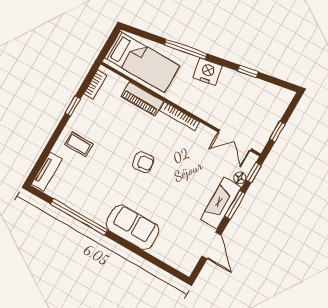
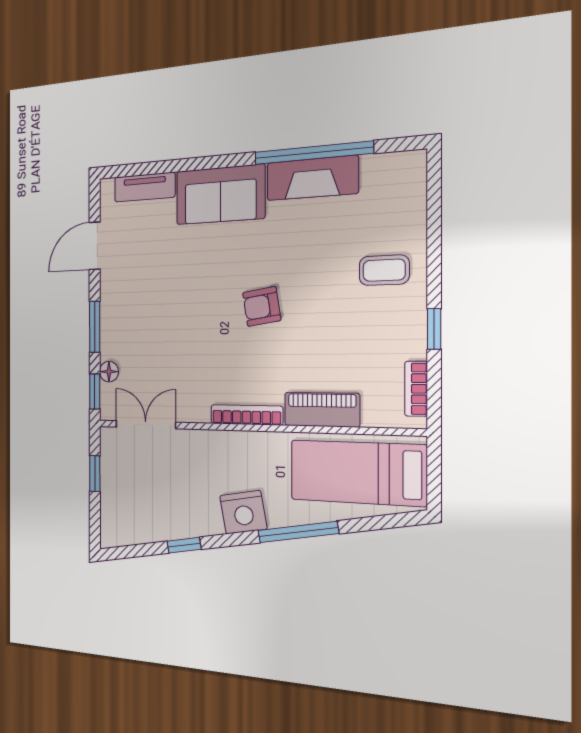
tv unit: (47, 172) -> (145, 187), moved, turned -90
fireplace: (221, 203) -> (312, 178), moved, turned 90
door: (211, 245) -> (95, 246), hinge flipped

